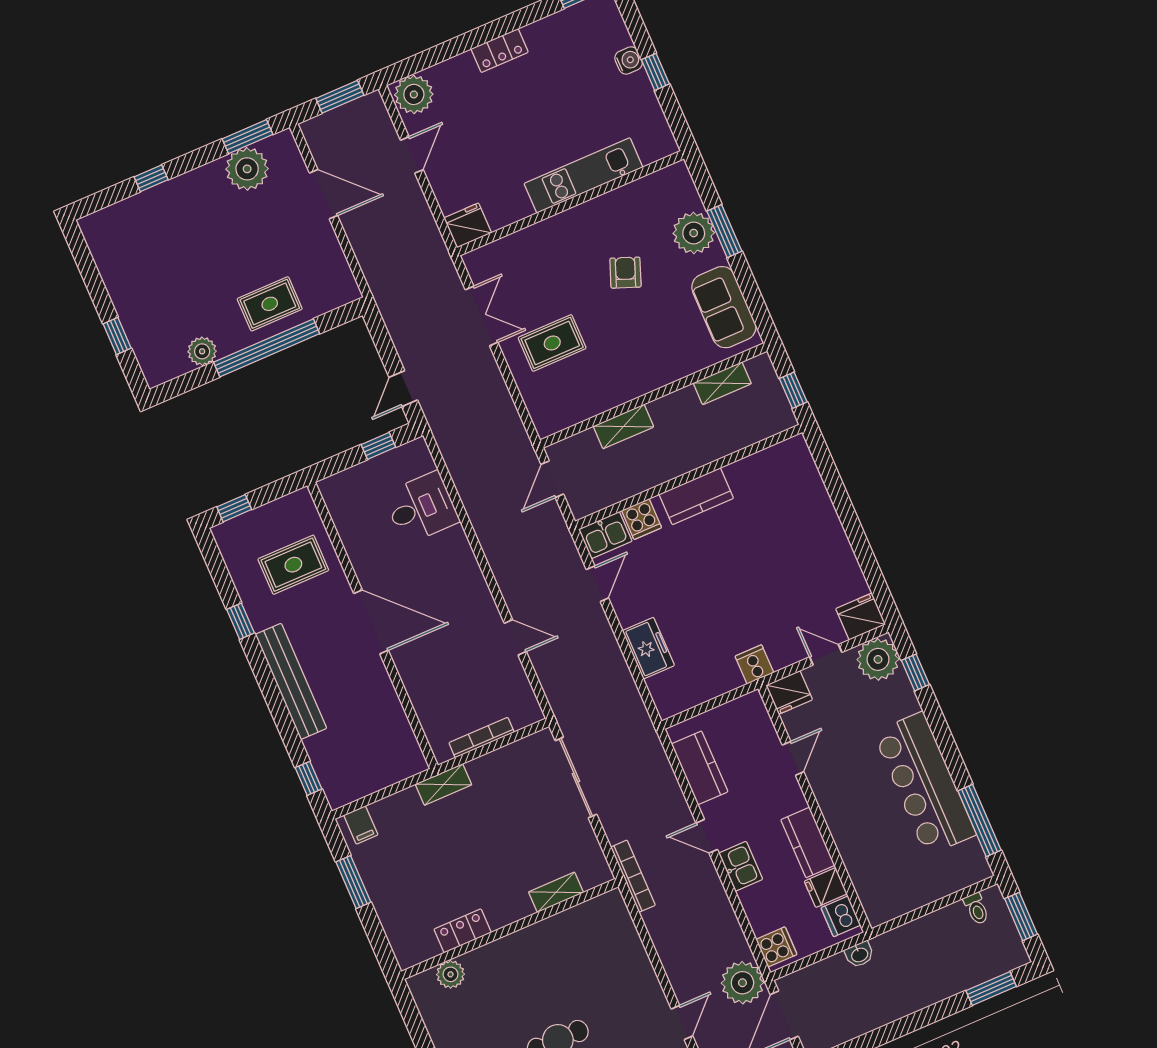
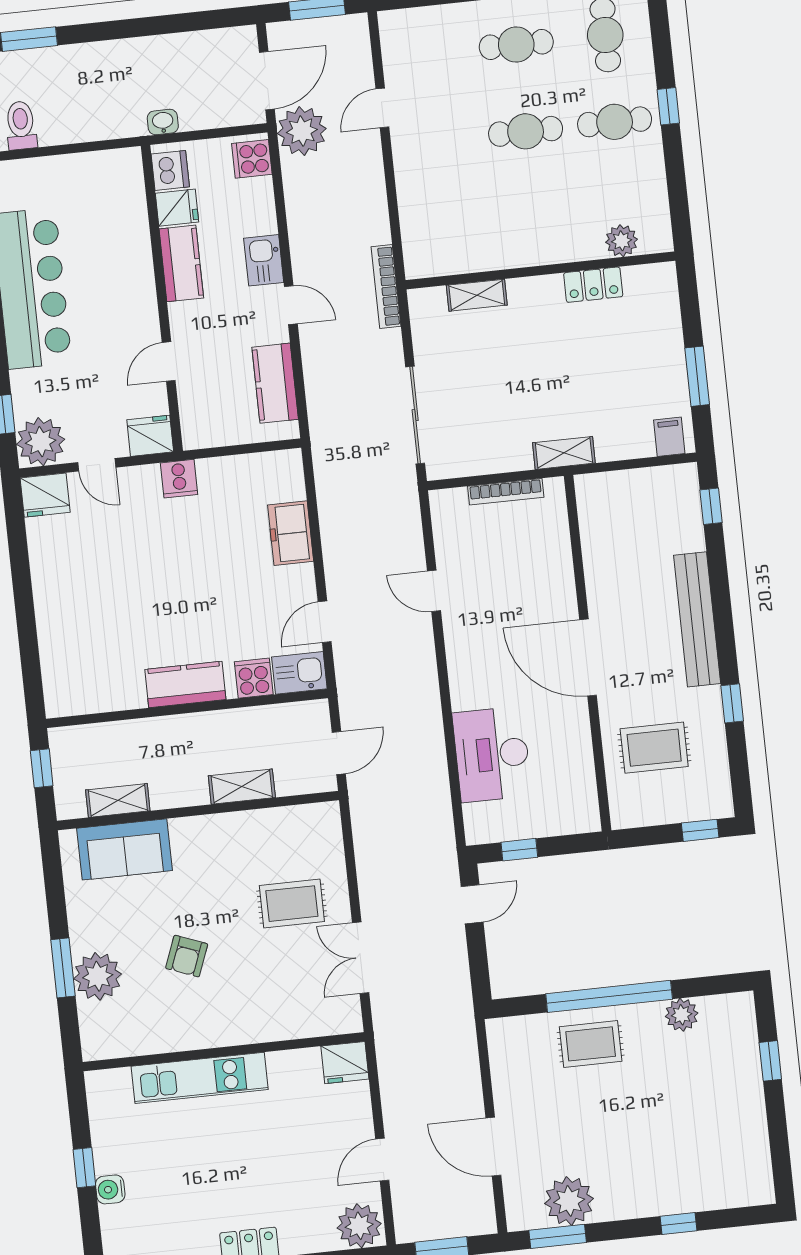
sofa: (724, 307) -> (124, 849), moved, turned 90
desk: (421, 508) -> (492, 754), width x1.37
toilet: (976, 909) -> (21, 125), width x1.37, depth x1.39

